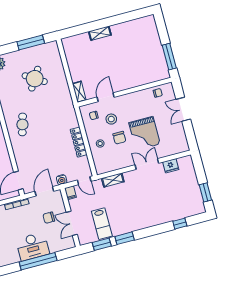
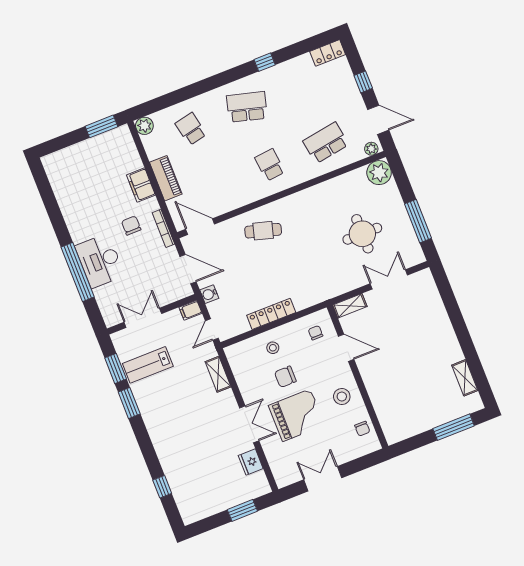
shelving: (100, 33) -> (465, 378), moved
window: (169, 57) -> (454, 427), moved
double door: (65, 65) -> (389, 279), added
round table: (35, 79) -> (362, 234), turned -32
double door: (183, 109) -> (323, 479), moved
stool: (111, 119) -> (342, 397), moved
cafe table: (22, 124) -> (263, 231), moved
grand piano: (145, 133) -> (297, 415), turned 180
window: (205, 192) -> (242, 510), moved
chair: (49, 218) -> (131, 226), moved

